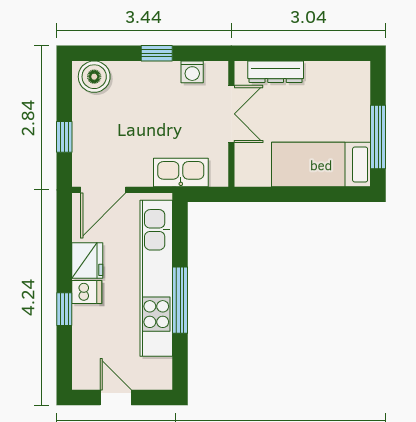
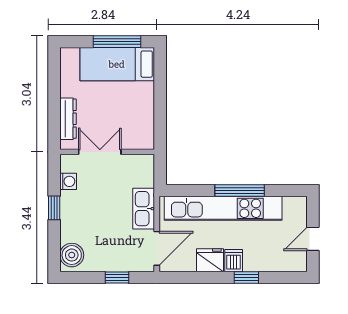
bed: (321, 165) -> (117, 64), moved, turned 90
kitchen sink: (181, 172) -> (144, 209), moved
door: (103, 190) -> (157, 248), hinge flipped

